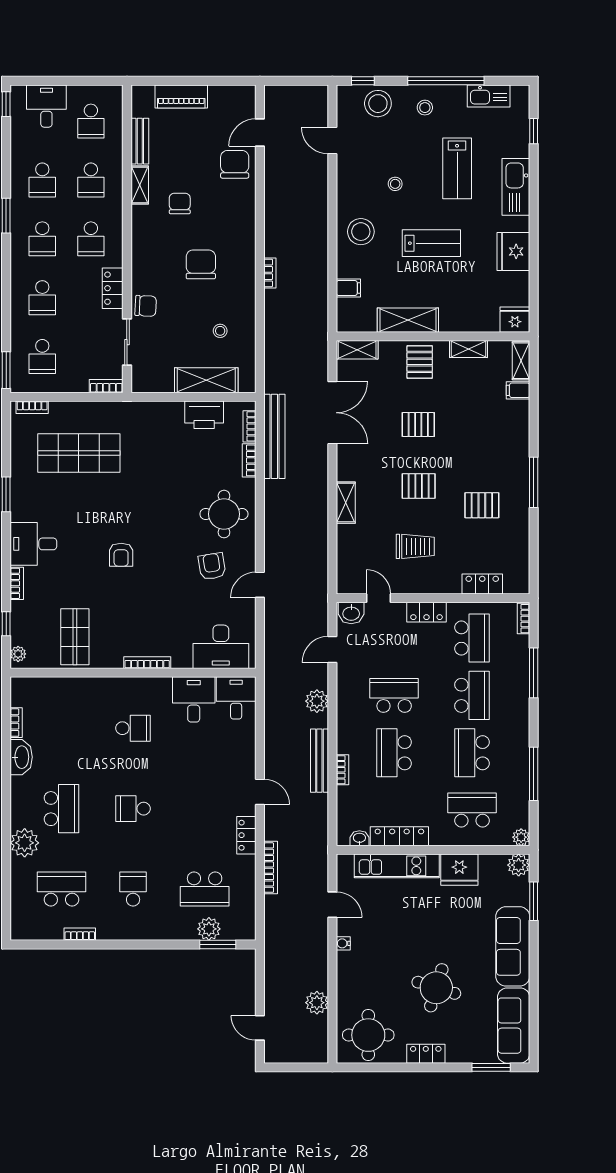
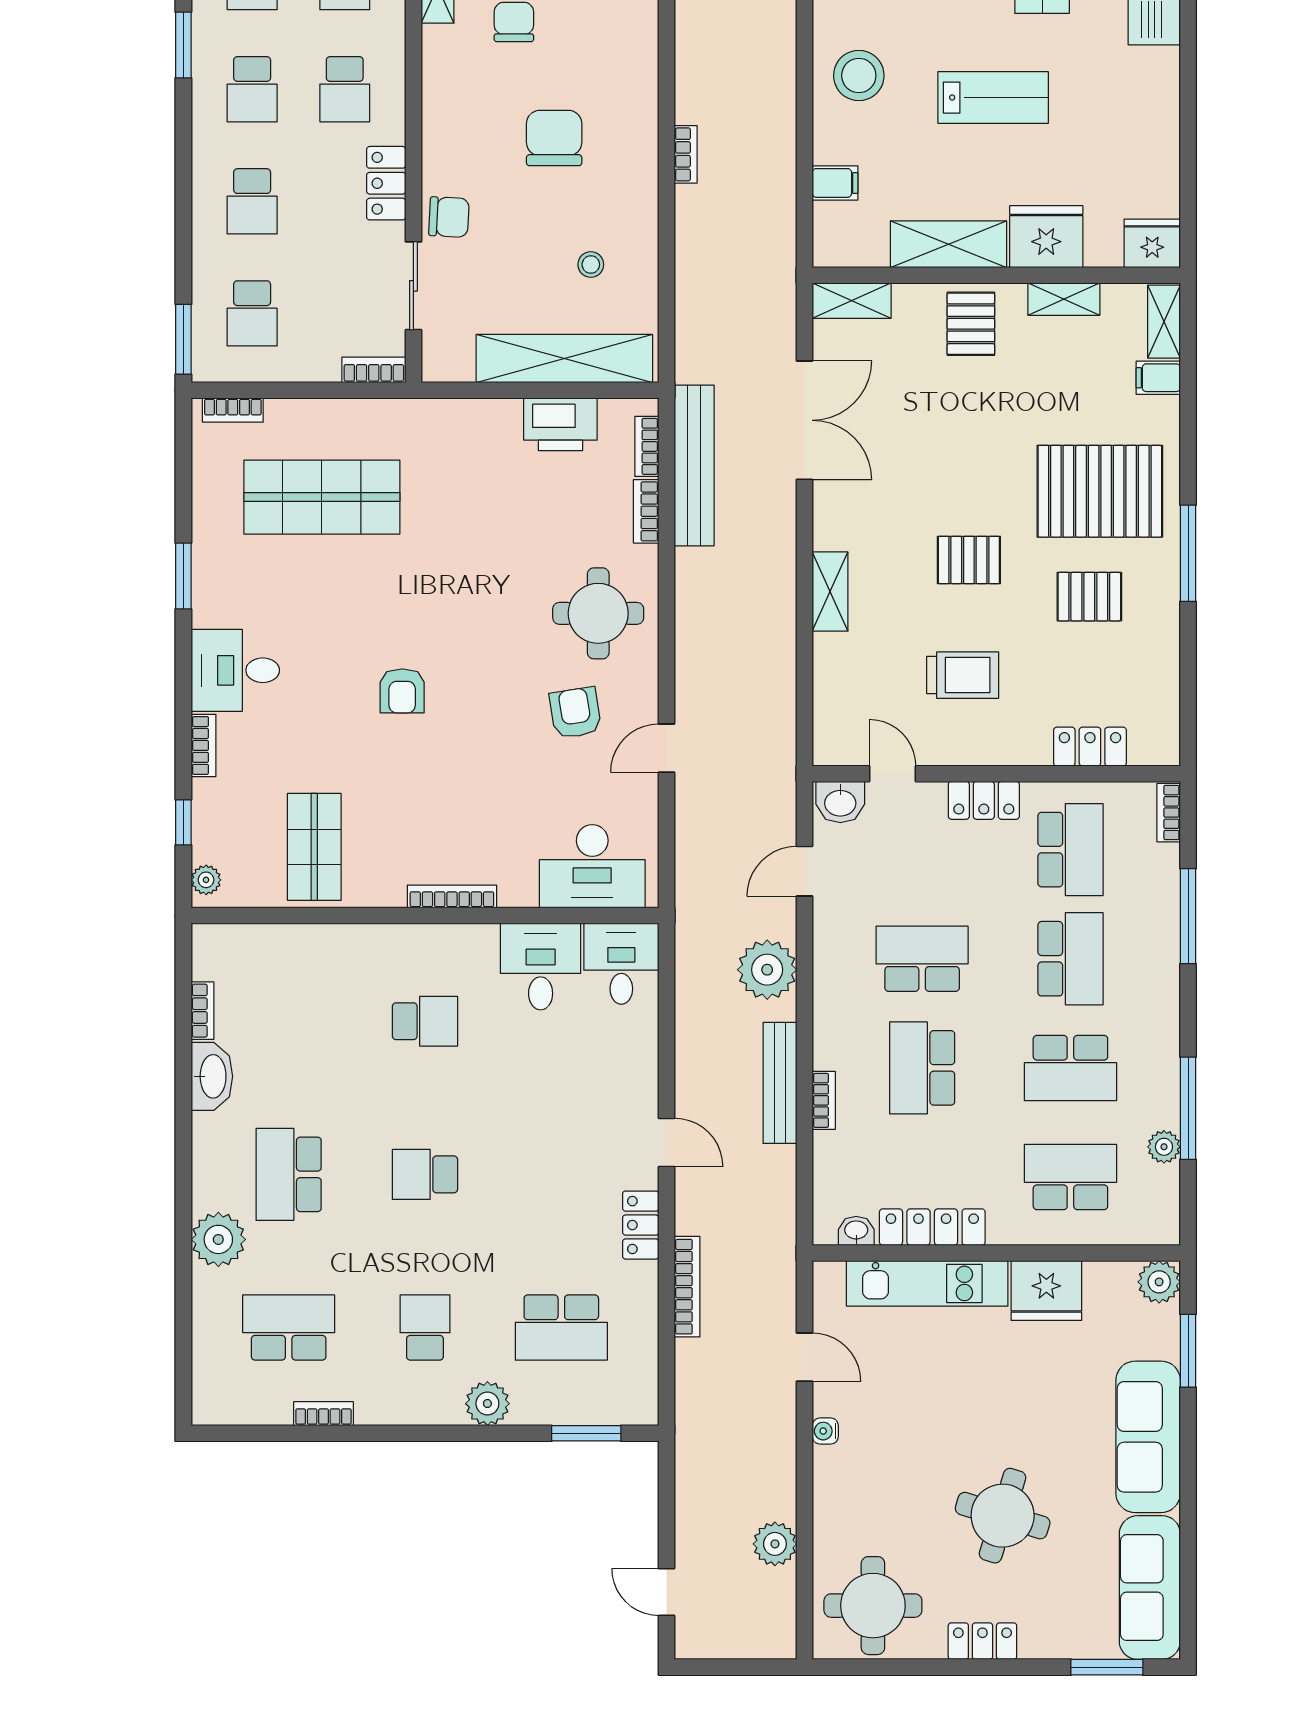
fridge: (513, 251) -> (1046, 237), moved, turned 90
shelving: (206, 380) -> (564, 358), width x1.47
pallet: (418, 425) -> (1100, 491), moved, width x2.05, depth x2.00
plant: (317, 701) -> (767, 970), width x1.36, depth x1.36
school desk: (472, 753) -> (1070, 1068), turned -90
school desk: (61, 809) -> (289, 1174), turned 180
plant: (521, 837) -> (1164, 1147), moved
plant: (209, 929) -> (487, 1404), moved

